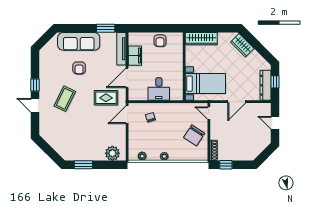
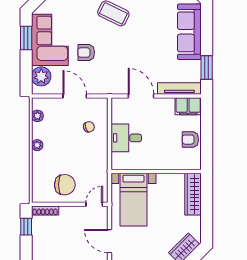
filing cabinet: (135, 56) -> (188, 106), moved
armchair: (79, 68) -> (86, 52), moved
rug: (106, 98) -> (115, 68), removed
door: (127, 115) -> (75, 96), moved
chair: (194, 135) -> (65, 185), turned 147
corner sofa: (85, 147) -> (50, 40), added

